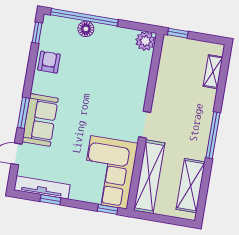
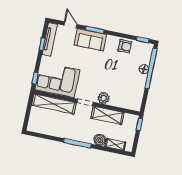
plant: (145, 41) -> (104, 98), moved
boiler: (206, 98) -> (100, 140), added
shelving: (191, 186) -> (107, 115), moved

